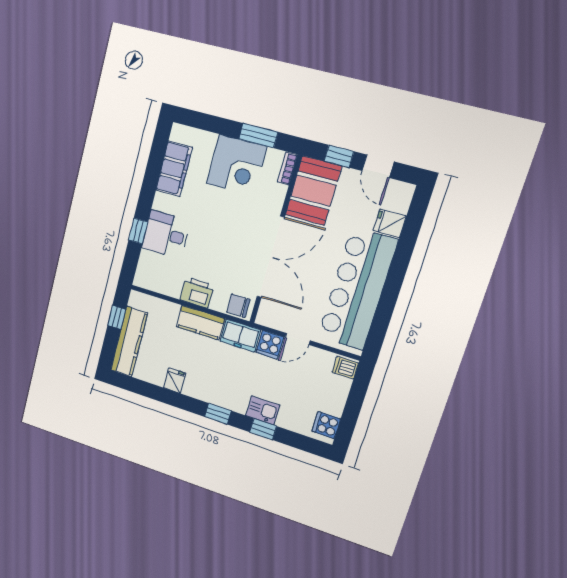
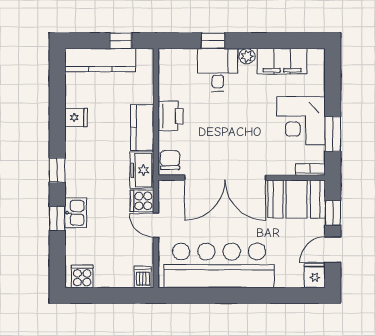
plant: (161, 202) -> (247, 56), added
fridge: (390, 223) -> (315, 275), moved

